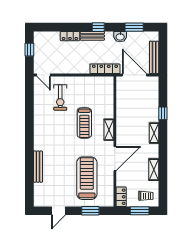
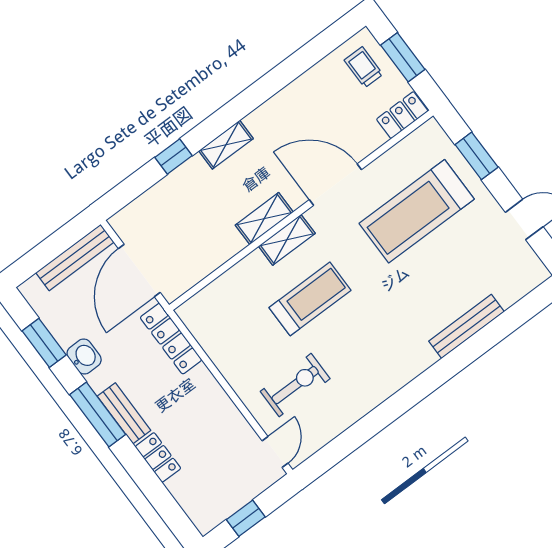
window: (98, 27) -> (98, 414), width x2.17
shelving: (154, 170) -> (264, 219), moved

